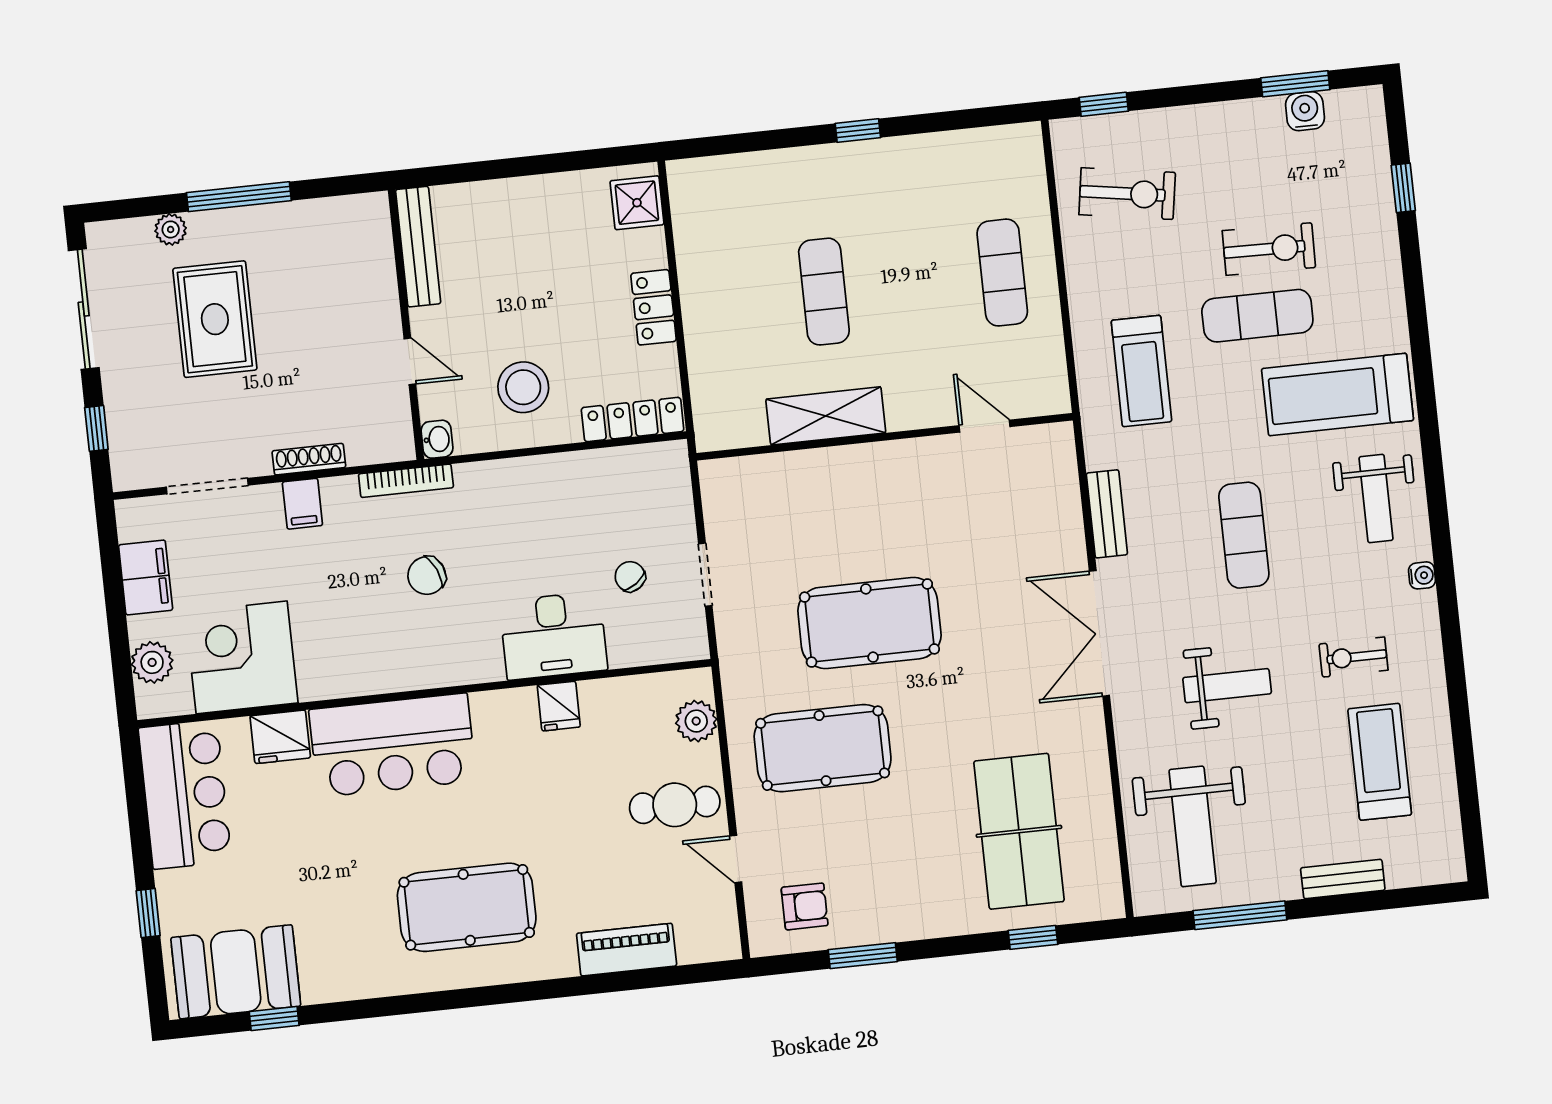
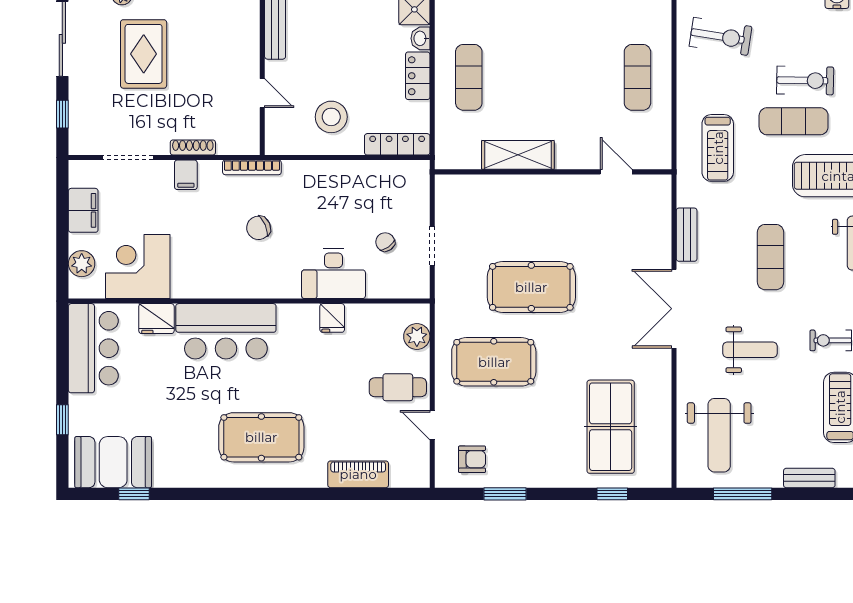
exercise mat: (824, 292) -> (469, 77), moved
washbasin: (437, 439) -> (421, 38), moved, turned 180

